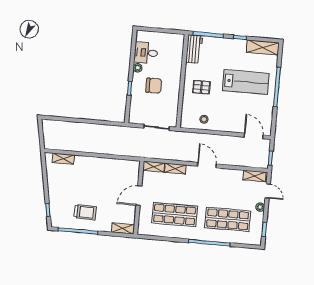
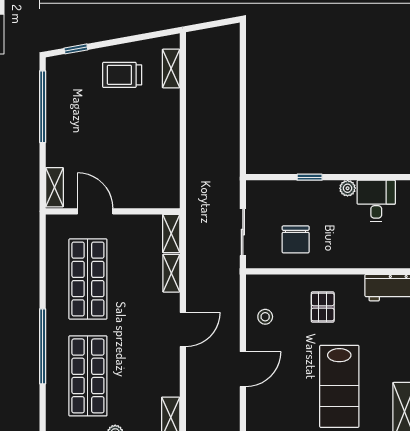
chair: (154, 86) -> (296, 239), moved
door: (254, 136) -> (243, 369), moved
door: (139, 196) -> (95, 211), moved
trolley: (85, 212) -> (122, 75), moved, turned 89

